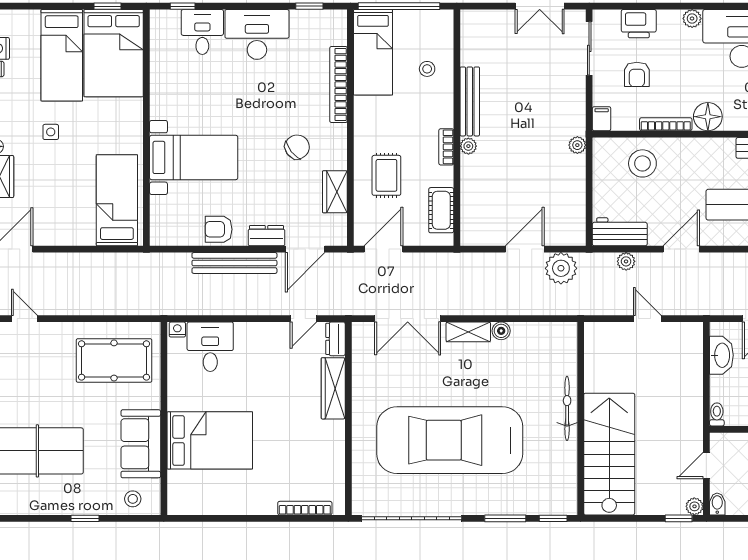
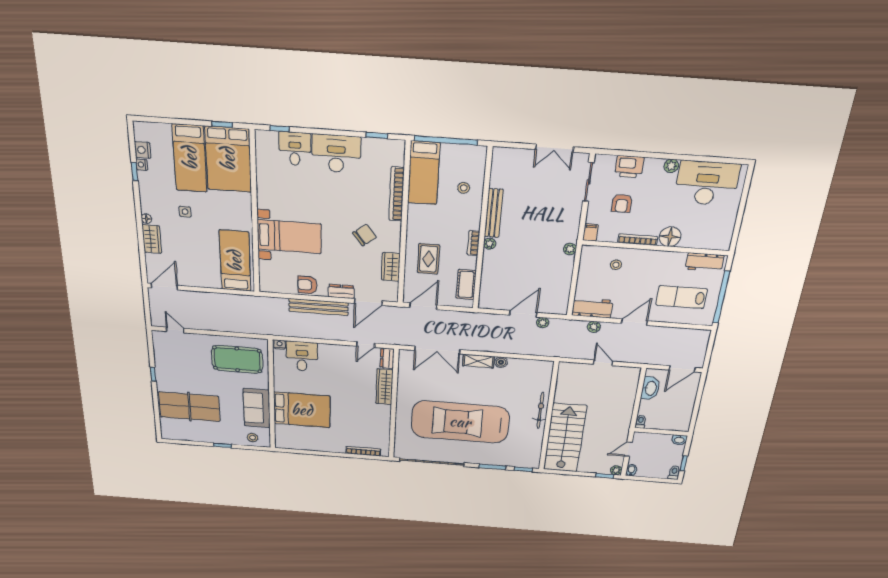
stool: (642, 163) -> (616, 265), width x0.53, depth x0.53
plant: (561, 268) -> (543, 323), width x0.53, depth x0.53

